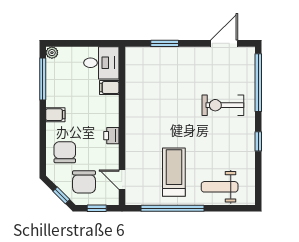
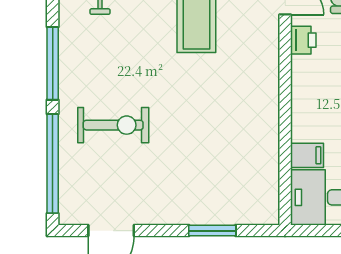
printer: (111, 136) -> (303, 40), moved
window: (258, 141) -> (53, 63), width x2.17

